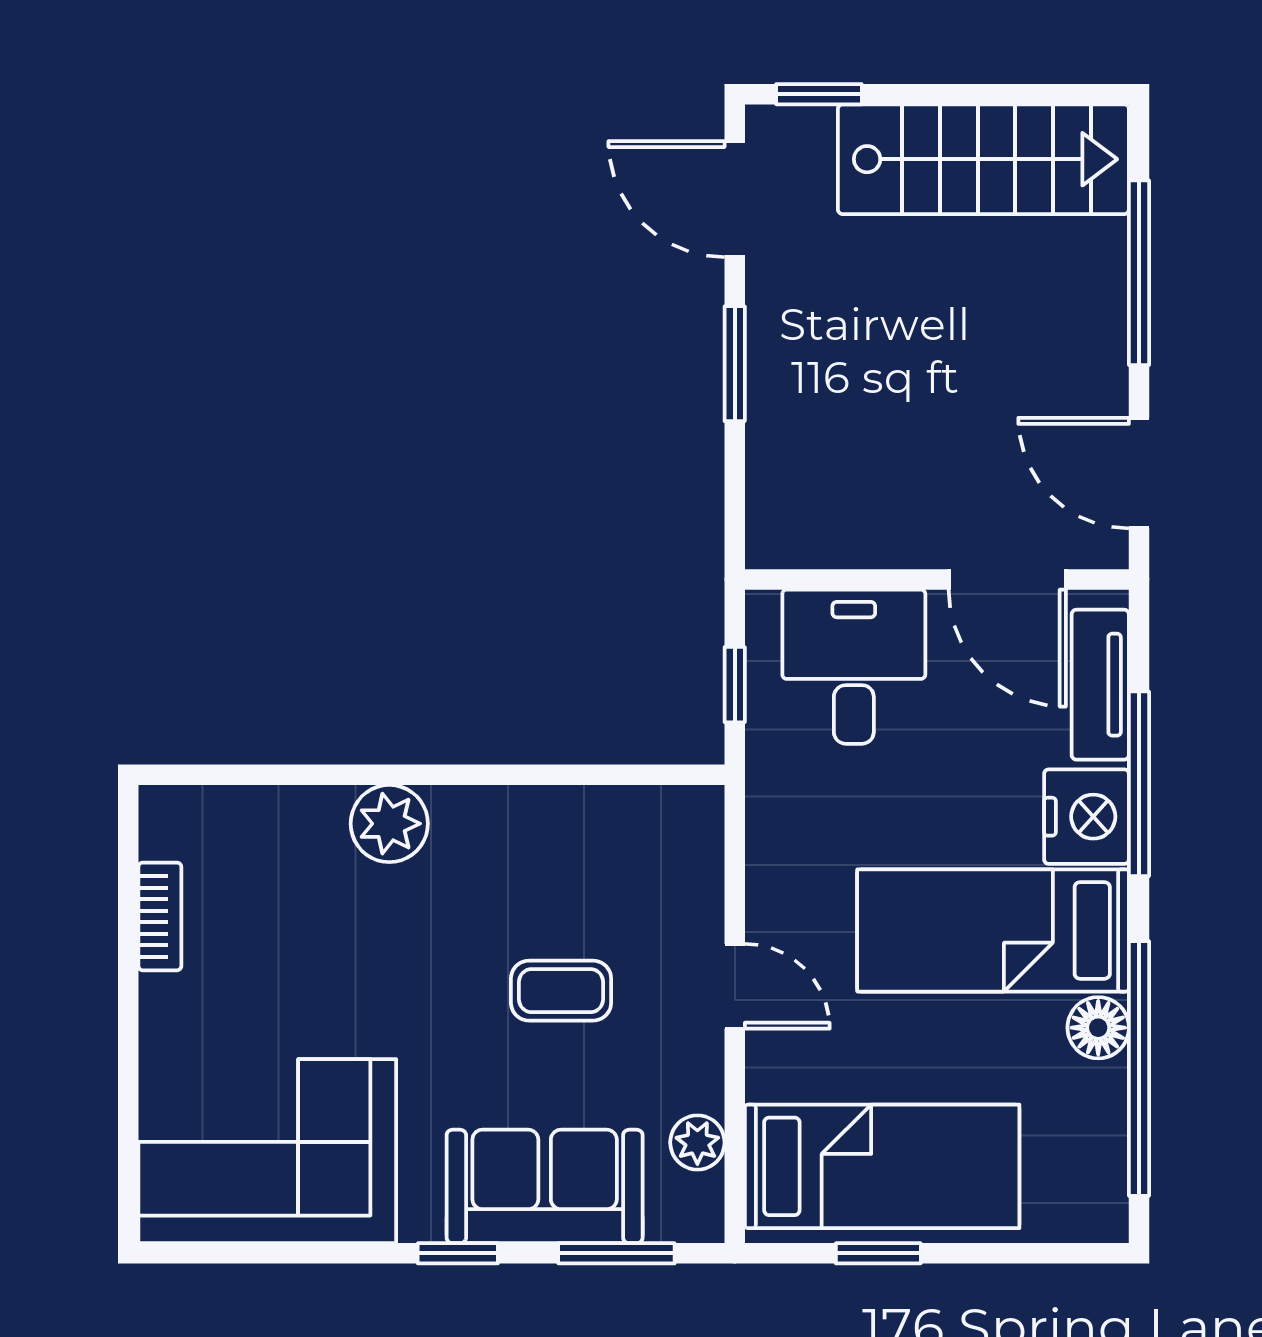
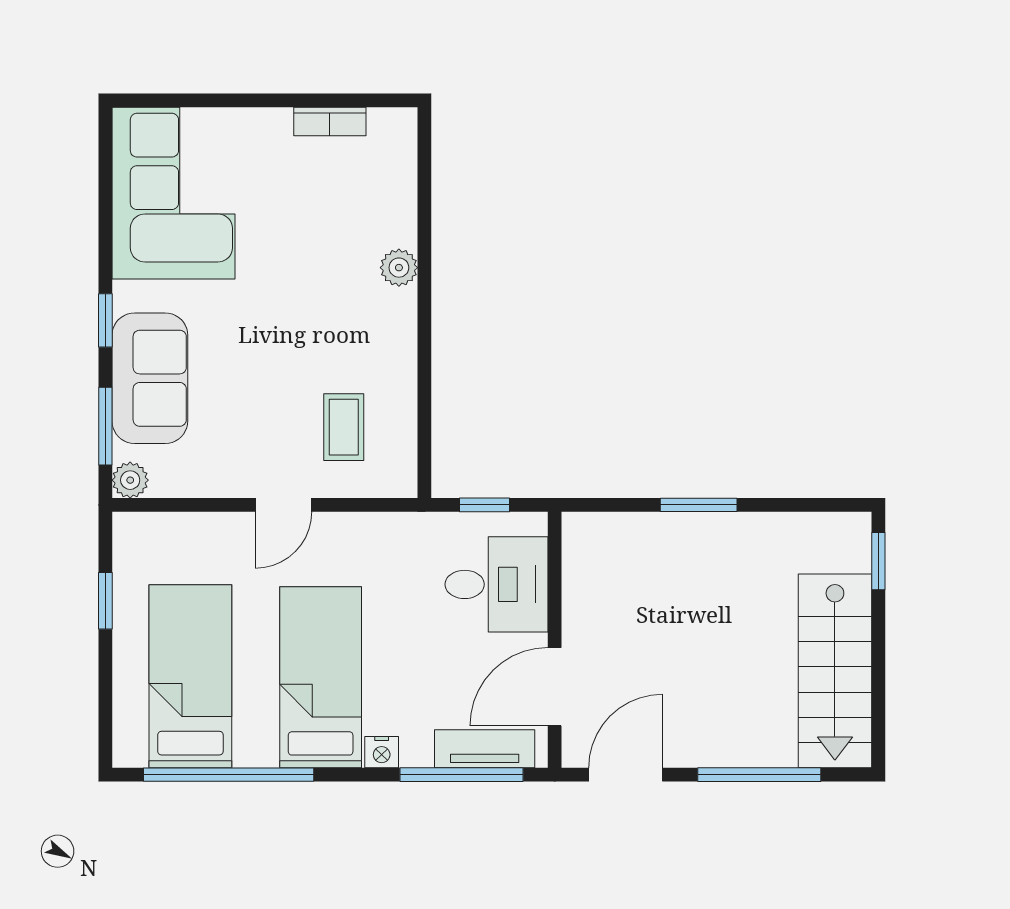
door: (735, 199) -> (808, 505), removed
window: (1139, 784) -> (462, 775), moved
nightstand: (1086, 817) -> (382, 752), width x0.53, depth x0.56
plant: (389, 824) -> (399, 268), width x0.73, depth x0.73
coffee table: (561, 991) -> (344, 427), moved
floor lamp: (1098, 1028) -> (256, 747), removed
plant: (697, 1142) -> (130, 480), moved
bed: (882, 1166) -> (190, 676), moved, turned 180

